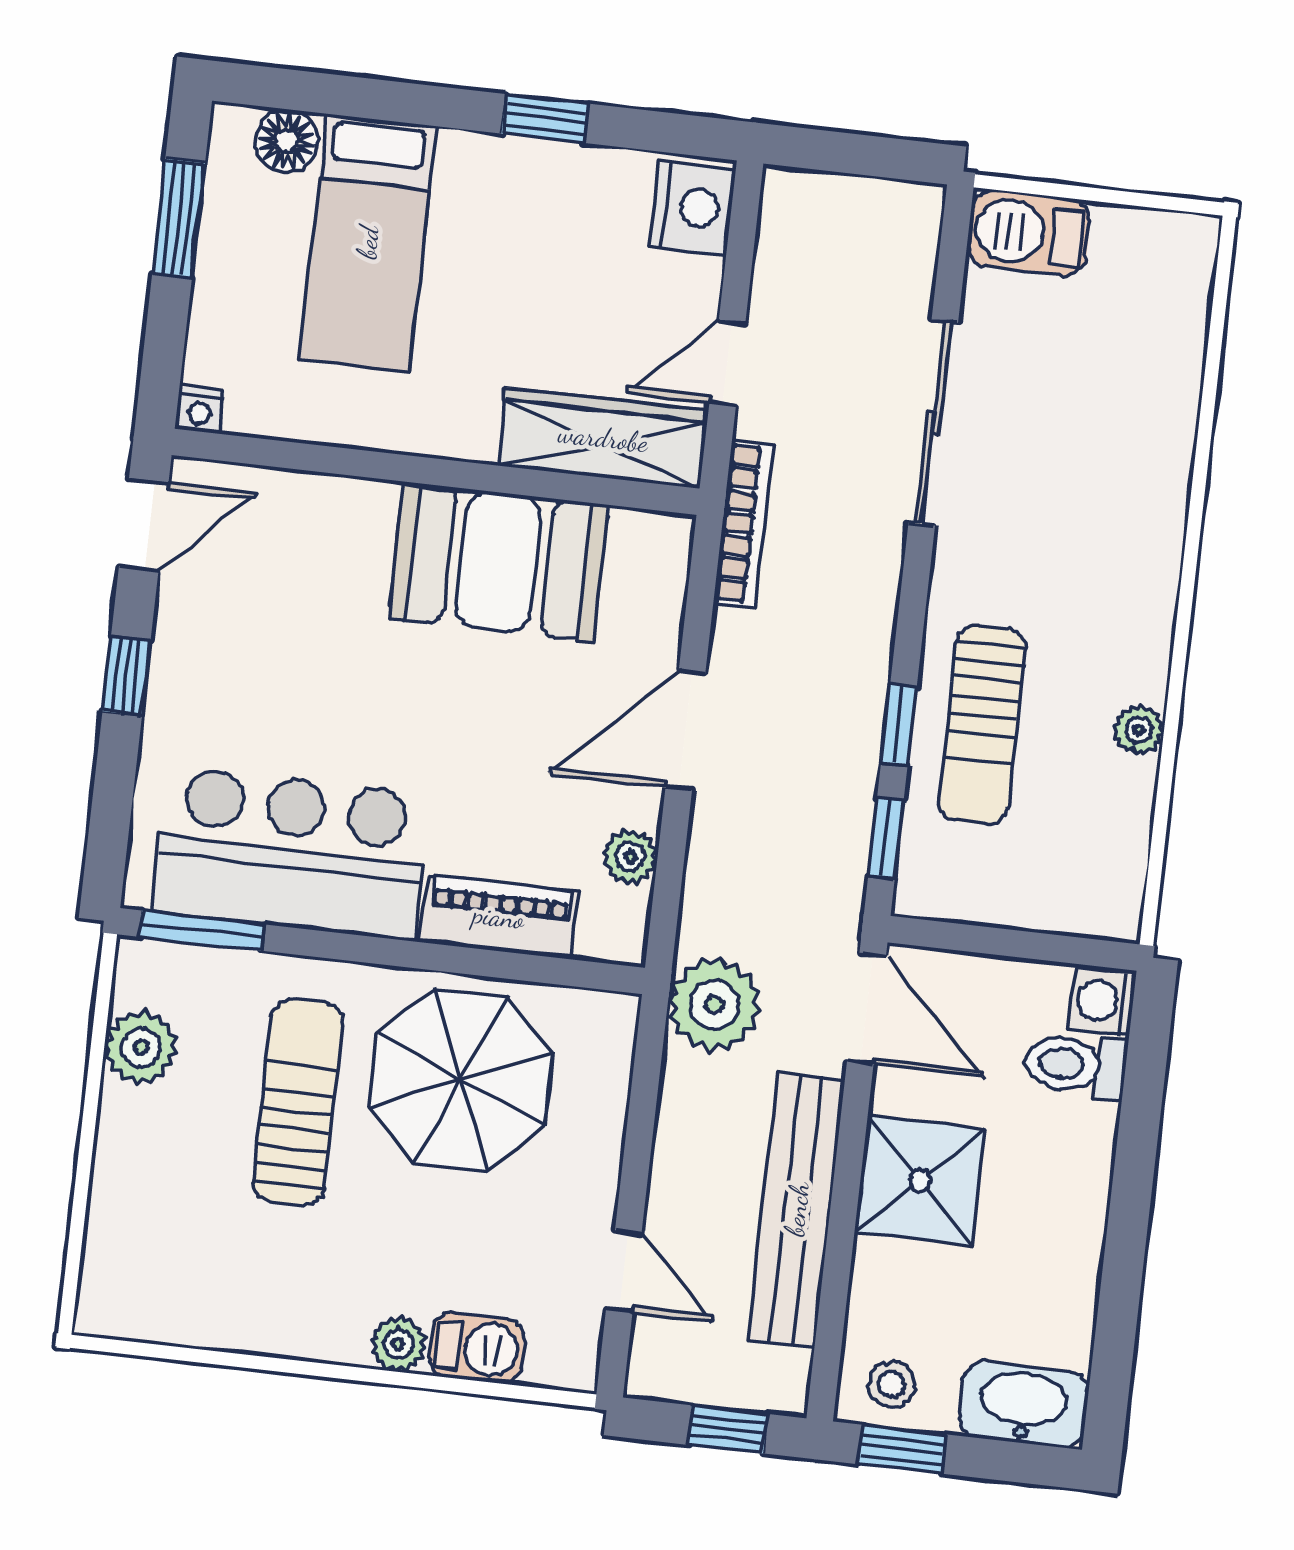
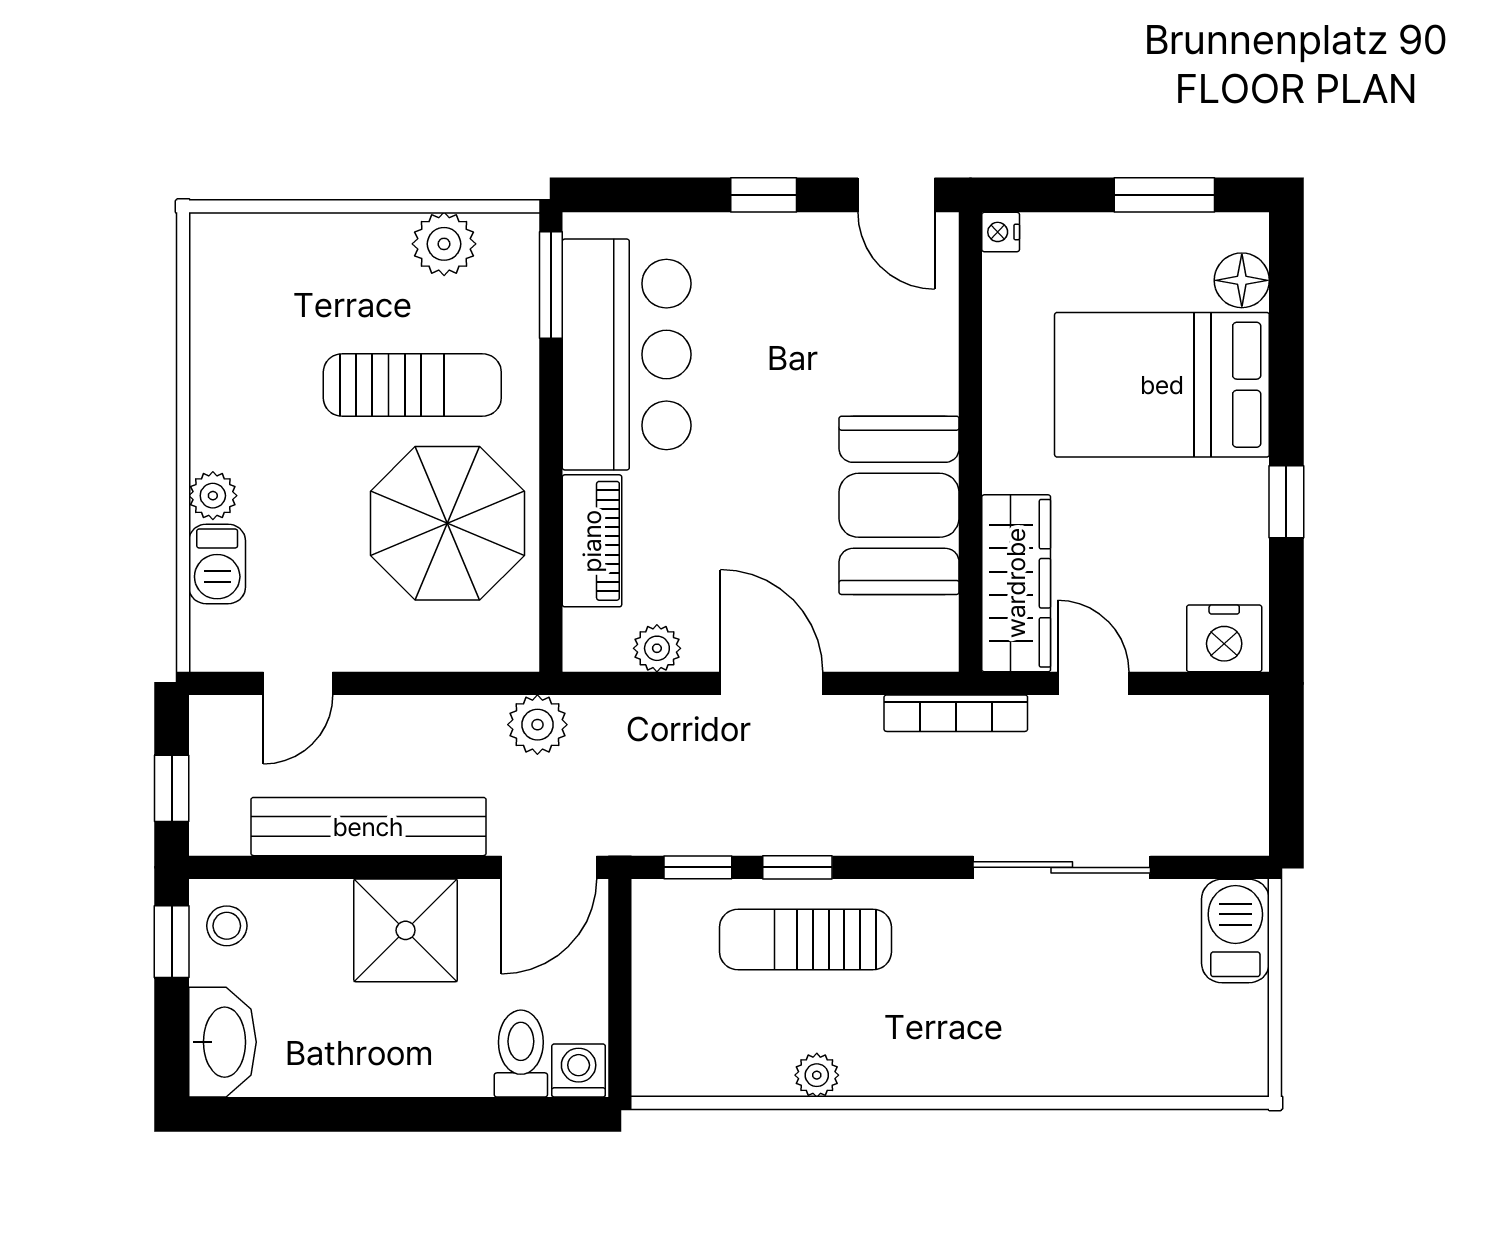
bed: (368, 242) -> (1162, 385), width x1.50
plant: (714, 1005) -> (537, 725), width x0.73, depth x0.73

